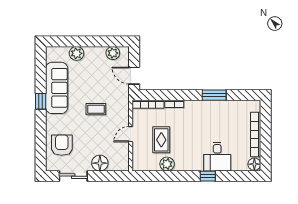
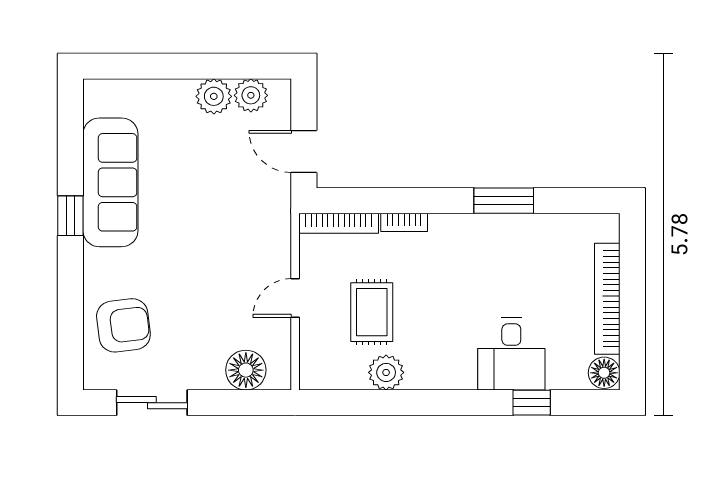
plant: (77, 53) -> (214, 96), moved
coffee table: (96, 109) -> (209, 236), removed
armchair: (62, 145) -> (123, 325), turned 83
floor lamp: (100, 163) -> (246, 370), moved
window: (208, 176) -> (532, 403), moved

